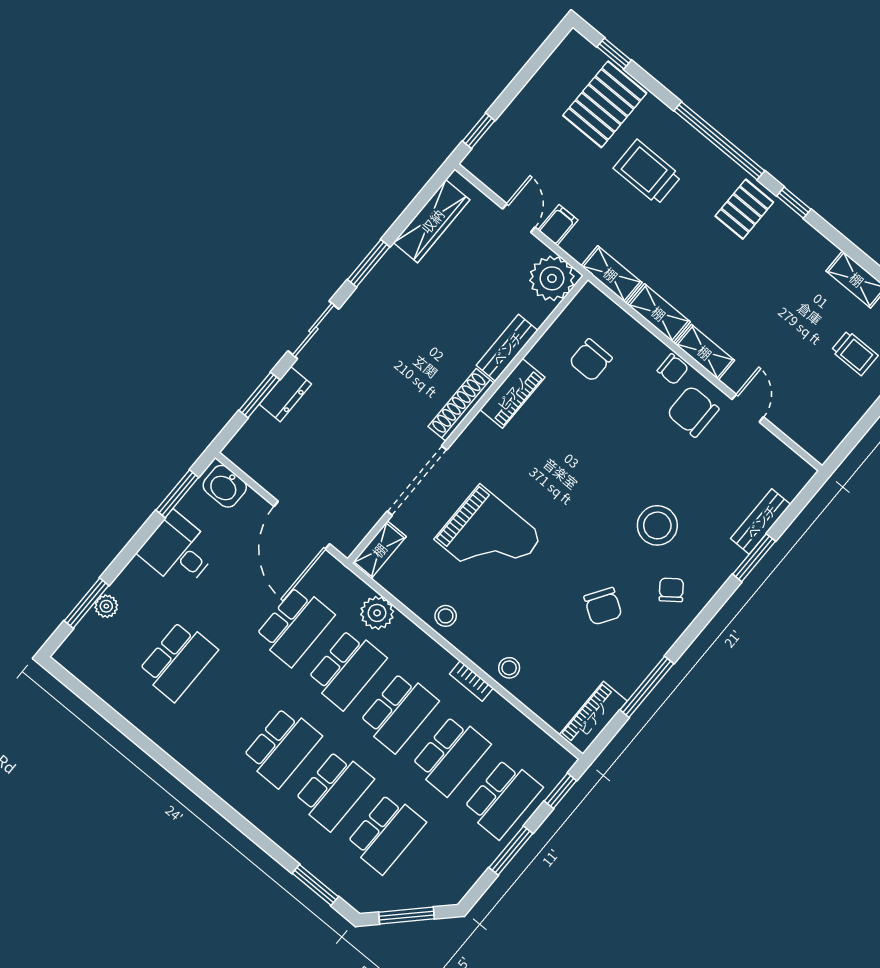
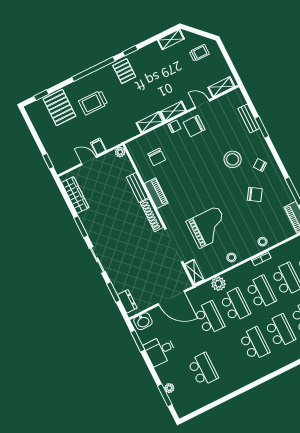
shelving: (611, 274) -> (221, 87), moved
plant: (552, 278) -> (120, 152), width x0.53, depth x0.53
dresser: (285, 394) -> (127, 301), moved

